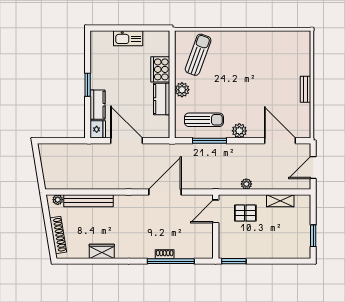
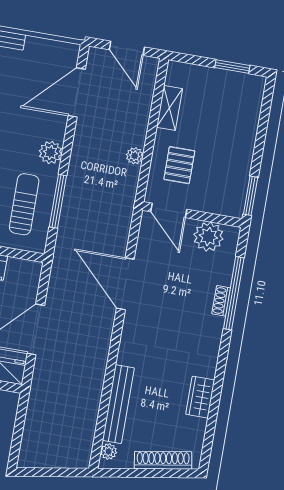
plant: (204, 239) -> (208, 237), added

